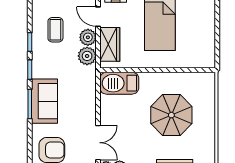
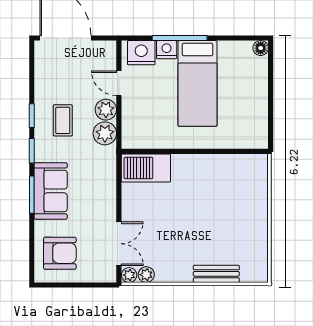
coffee table: (55, 30) -> (63, 120), moved
wardrobe: (110, 44) -> (134, 119), removed
parasol: (171, 115) -> (212, 209), removed

